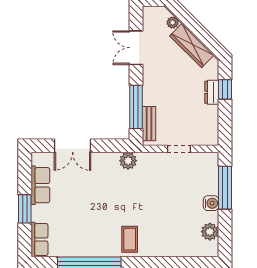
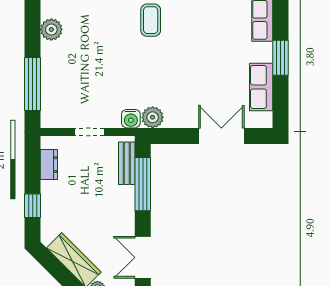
double door: (136, 48) -> (143, 257), swing flipped
dresser: (212, 92) -> (49, 165), moved
water cooler: (211, 203) -> (131, 119), moved, turned -90

